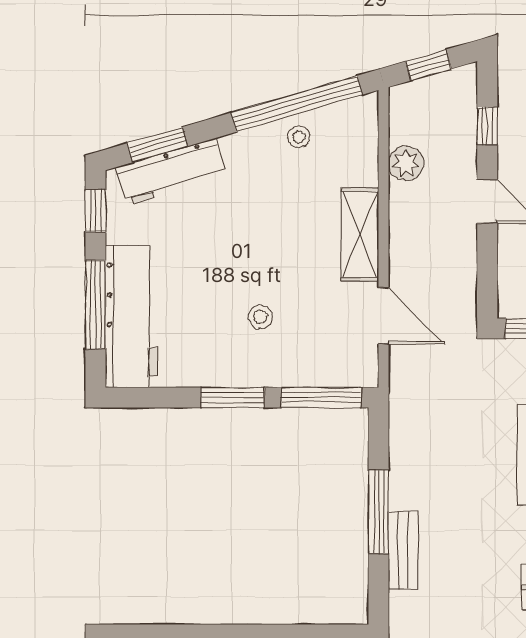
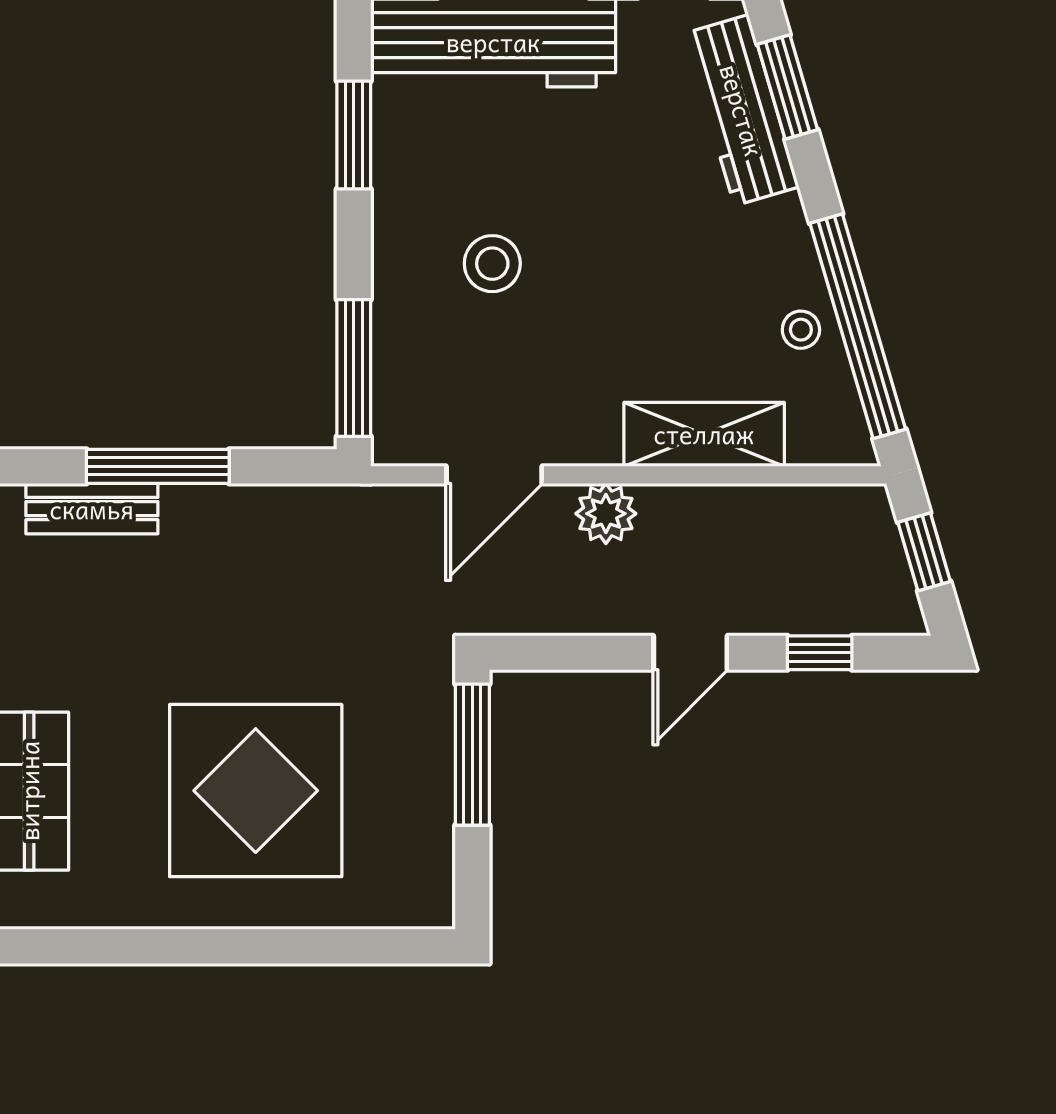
plant: (406, 163) -> (606, 514), moved
shelving: (360, 234) -> (704, 434), moved
stool: (260, 317) -> (492, 264), width x1.37, depth x1.37
window: (233, 398) -> (354, 135), moved

